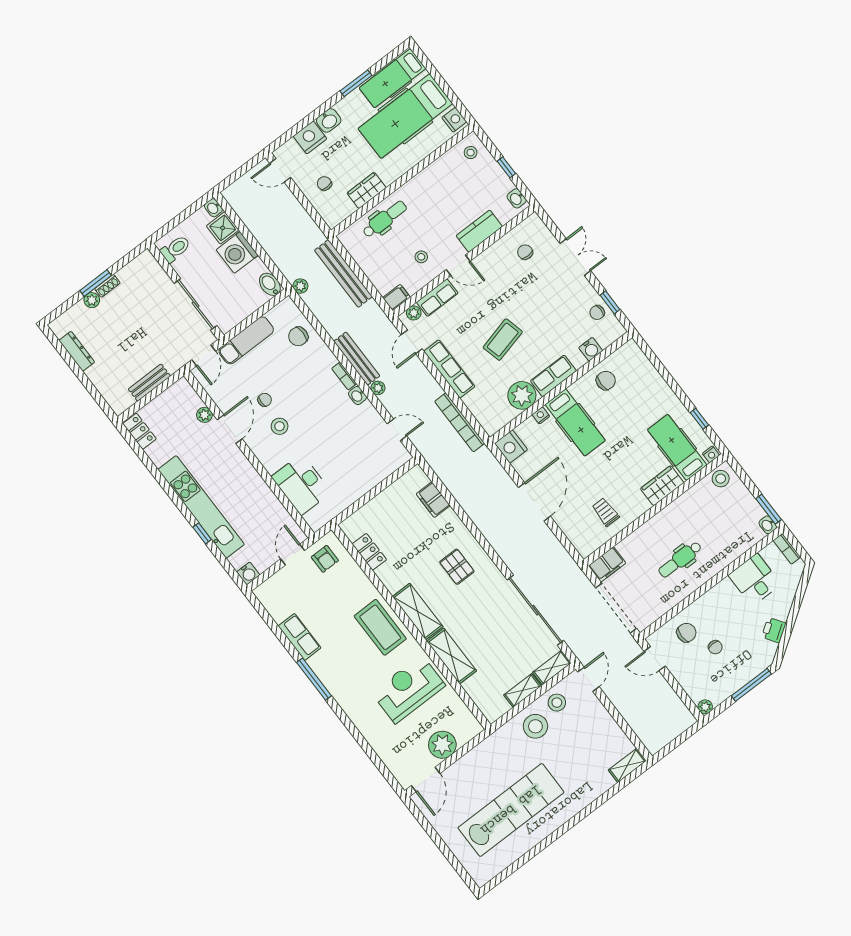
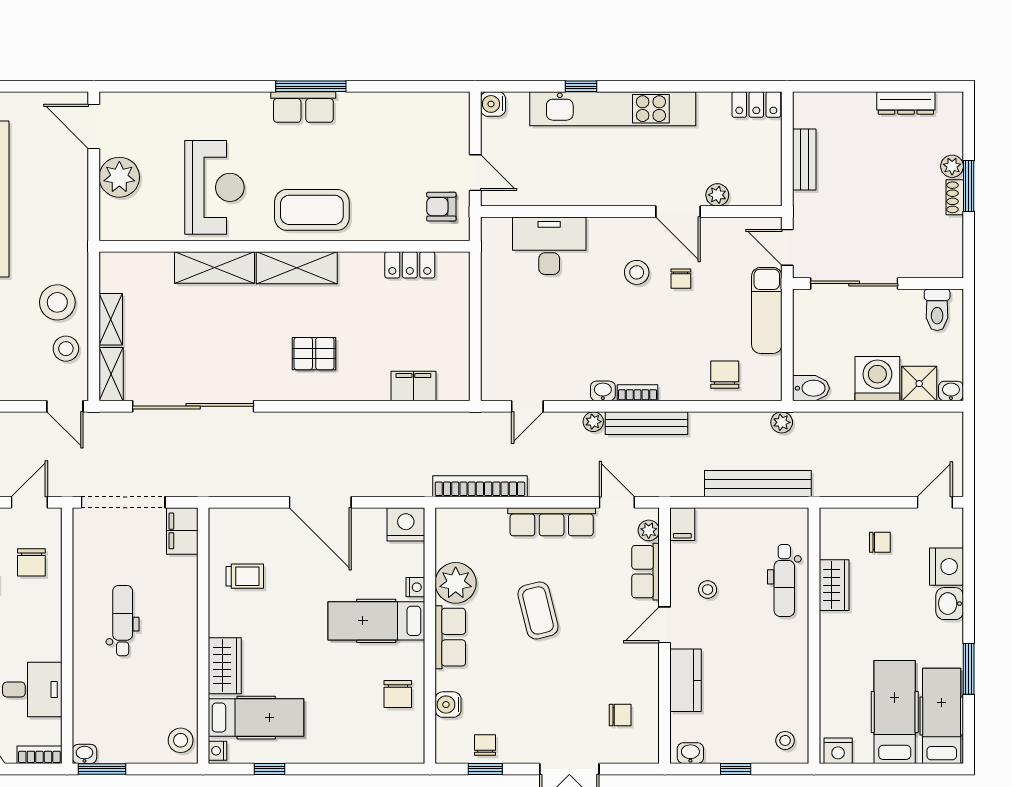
hospital bed: (405, 116) -> (895, 712), width x0.73, depth x0.78
row of seats: (299, 637) -> (303, 107), moved

